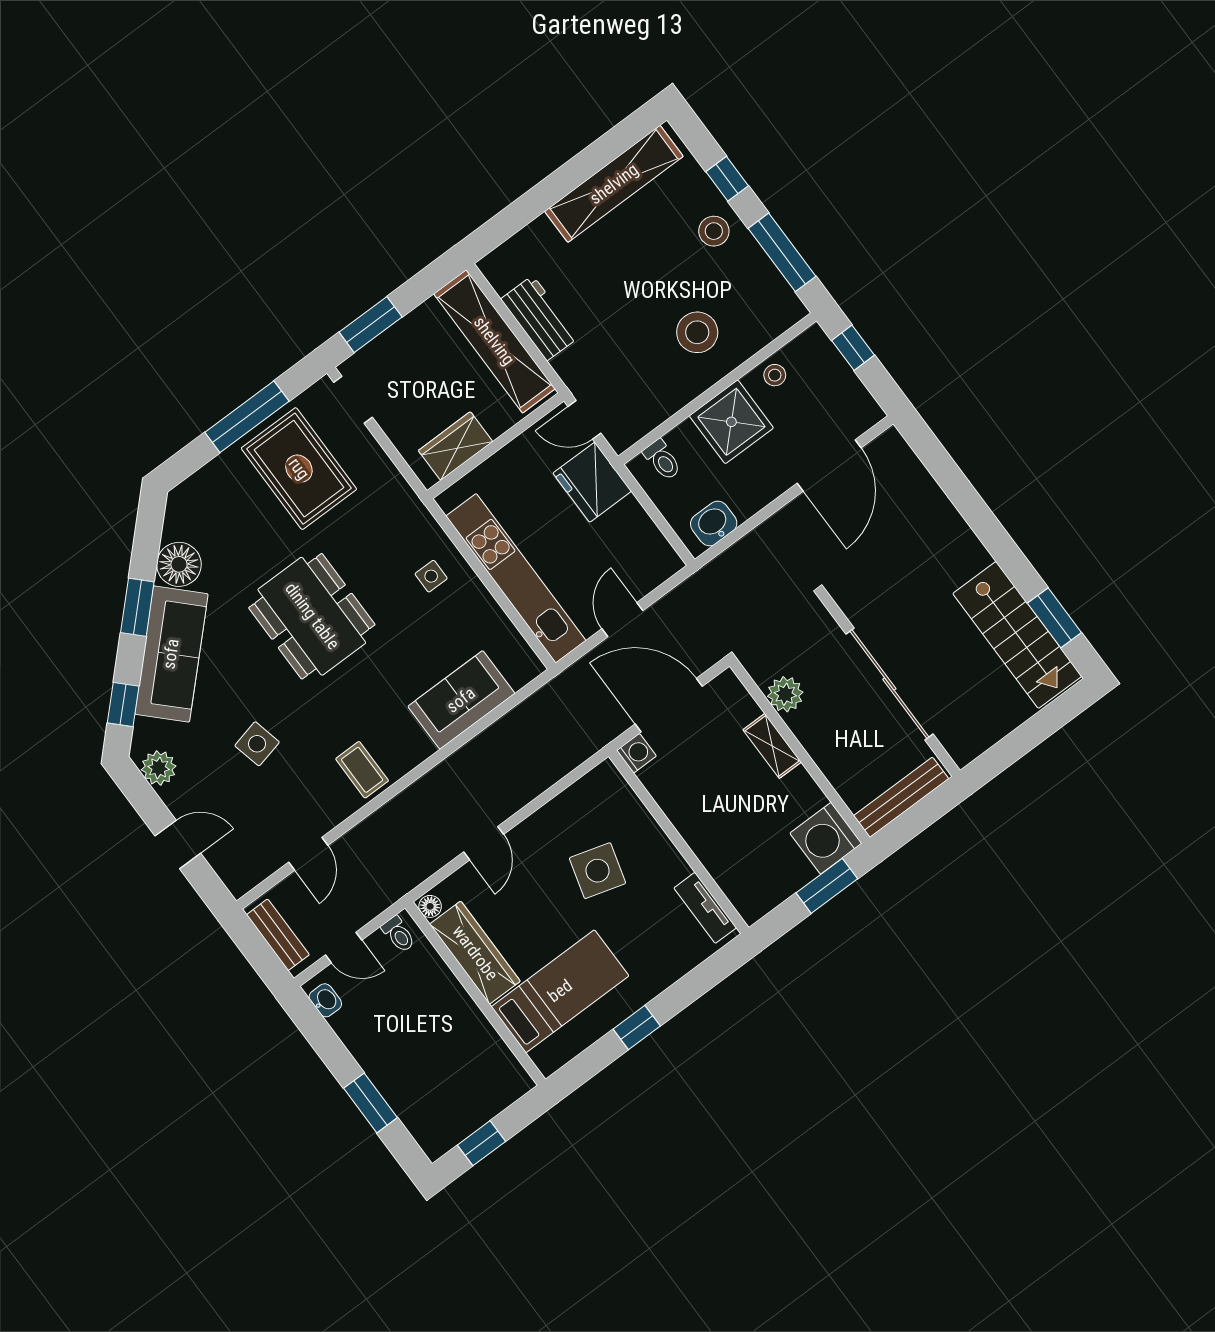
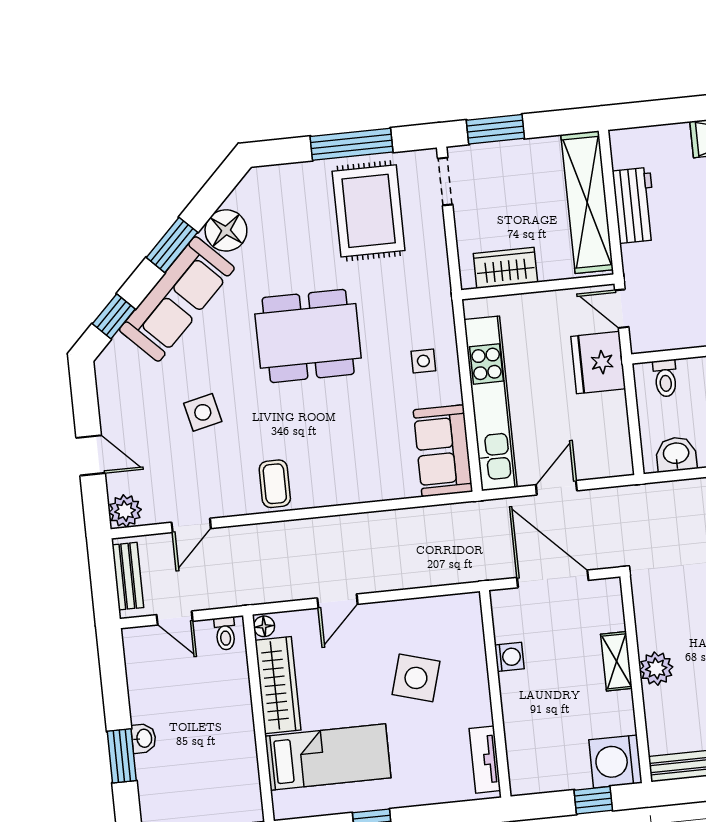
dining table: (312, 616) -> (308, 336), turned 90
plant: (785, 694) -> (656, 669), moved
sofa: (461, 700) -> (443, 451), moved, turned -90
washing machine: (636, 753) -> (509, 657), moved
plant: (159, 768) -> (125, 511), moved
window: (827, 886) -> (593, 800), width x0.67
washbasin: (325, 1000) -> (144, 738), moved

